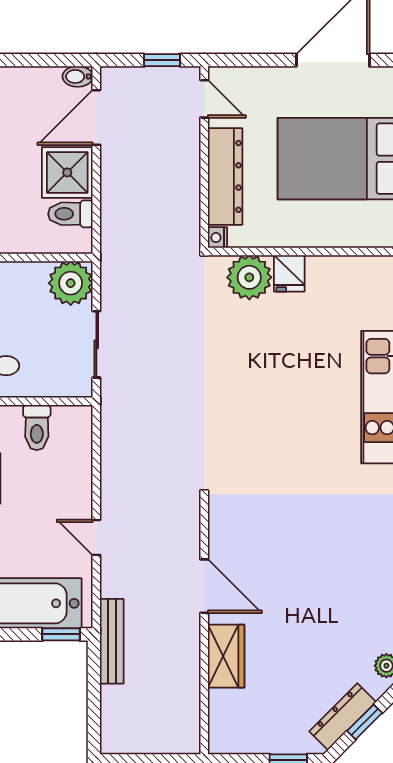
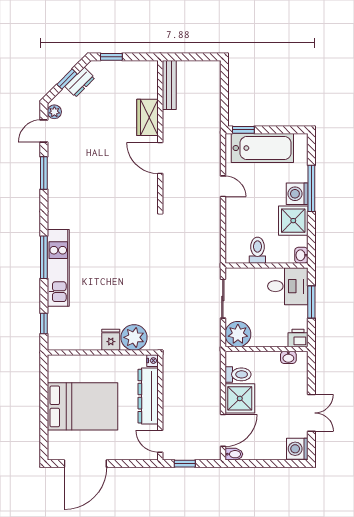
bench: (112, 641) -> (169, 85), moved
dresser: (343, 717) -> (80, 82), width x0.70

